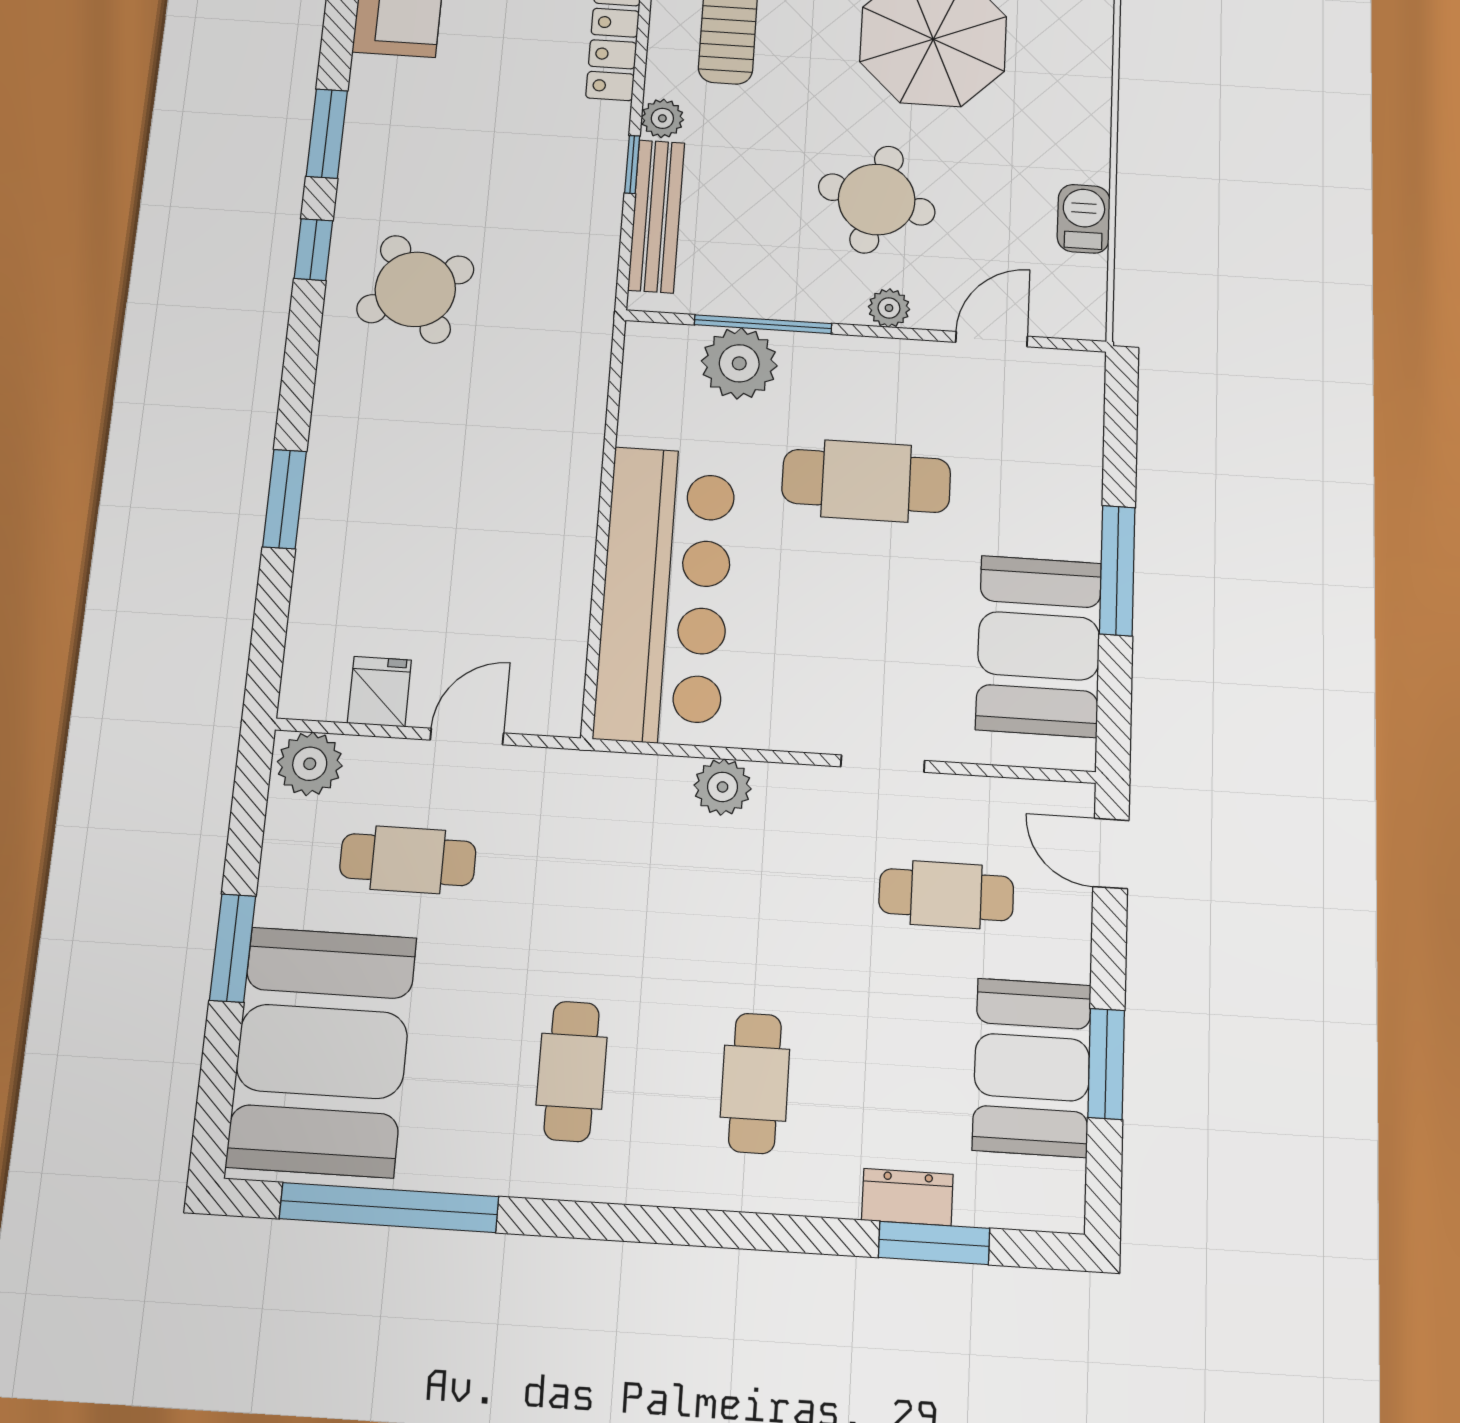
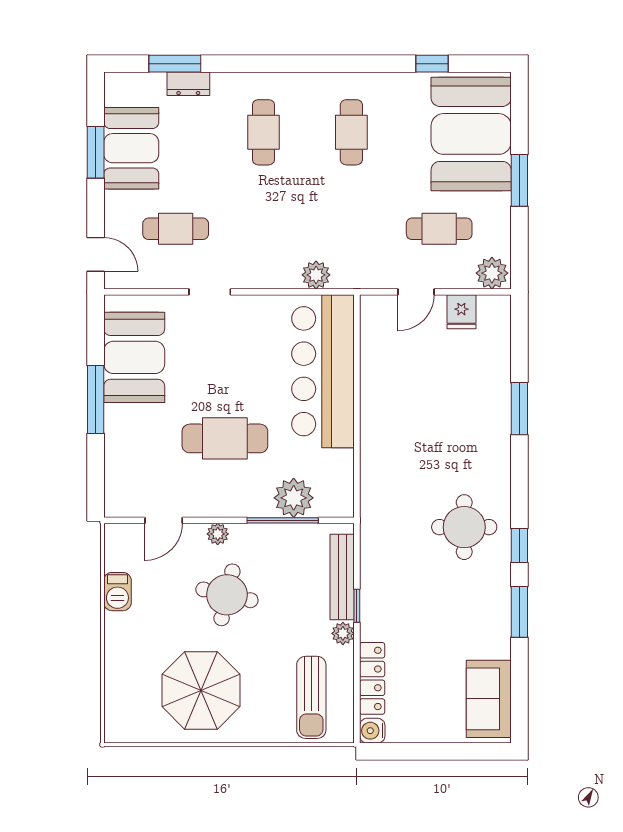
round table: (415, 289) -> (464, 527), turned 30
plant: (723, 787) -> (316, 275), moved
window: (389, 1208) -> (432, 64), width x0.32

